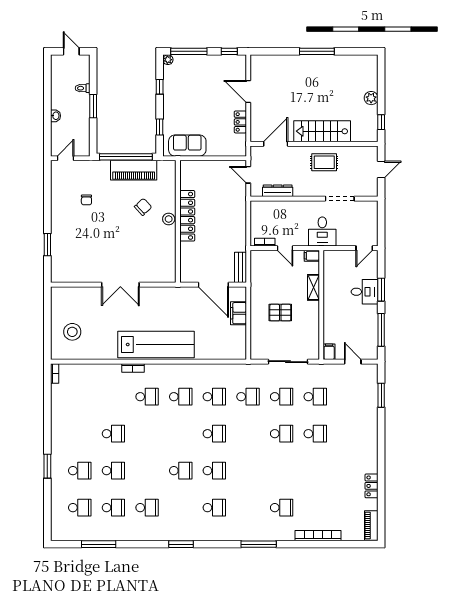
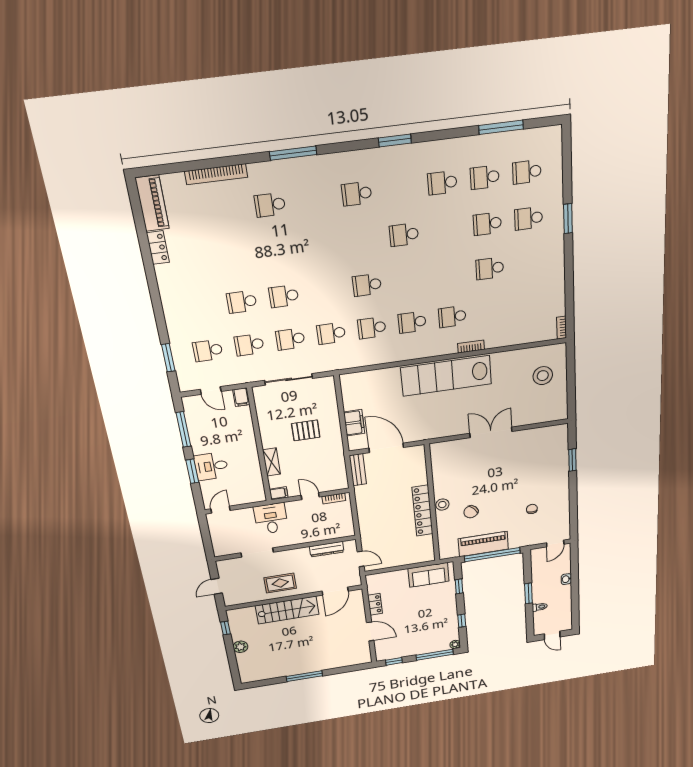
school desk: (214, 471) -> (208, 351), moved
piano: (371, 526) -> (152, 203), width x1.37, depth x1.33

